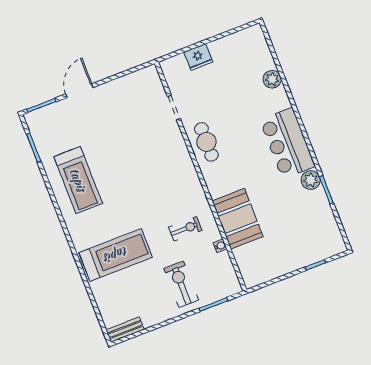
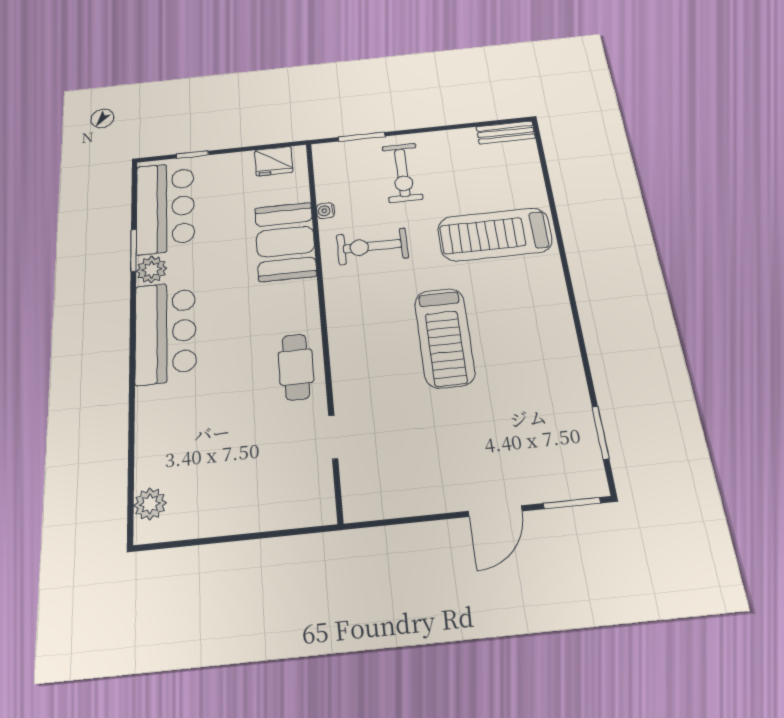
fridge: (198, 57) -> (274, 161), moved, turned 180
plant: (272, 79) -> (150, 504), moved
treadmill: (78, 180) -> (445, 338), moved, turned 180
bar counter: (318, 223) -> (165, 207), added
exercise bike: (185, 229) -> (372, 246), width x1.38, depth x1.39

